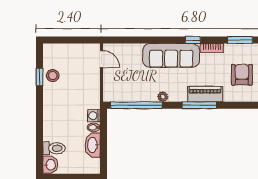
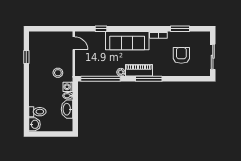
window: (193, 40) -> (101, 29), moved
stool: (53, 75) -> (58, 73), moved
piano: (205, 94) -> (139, 70), moved

